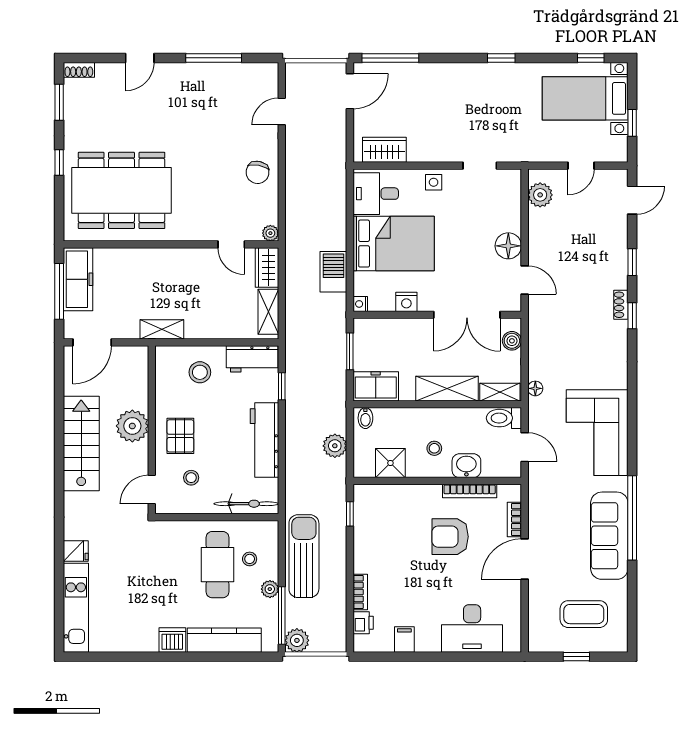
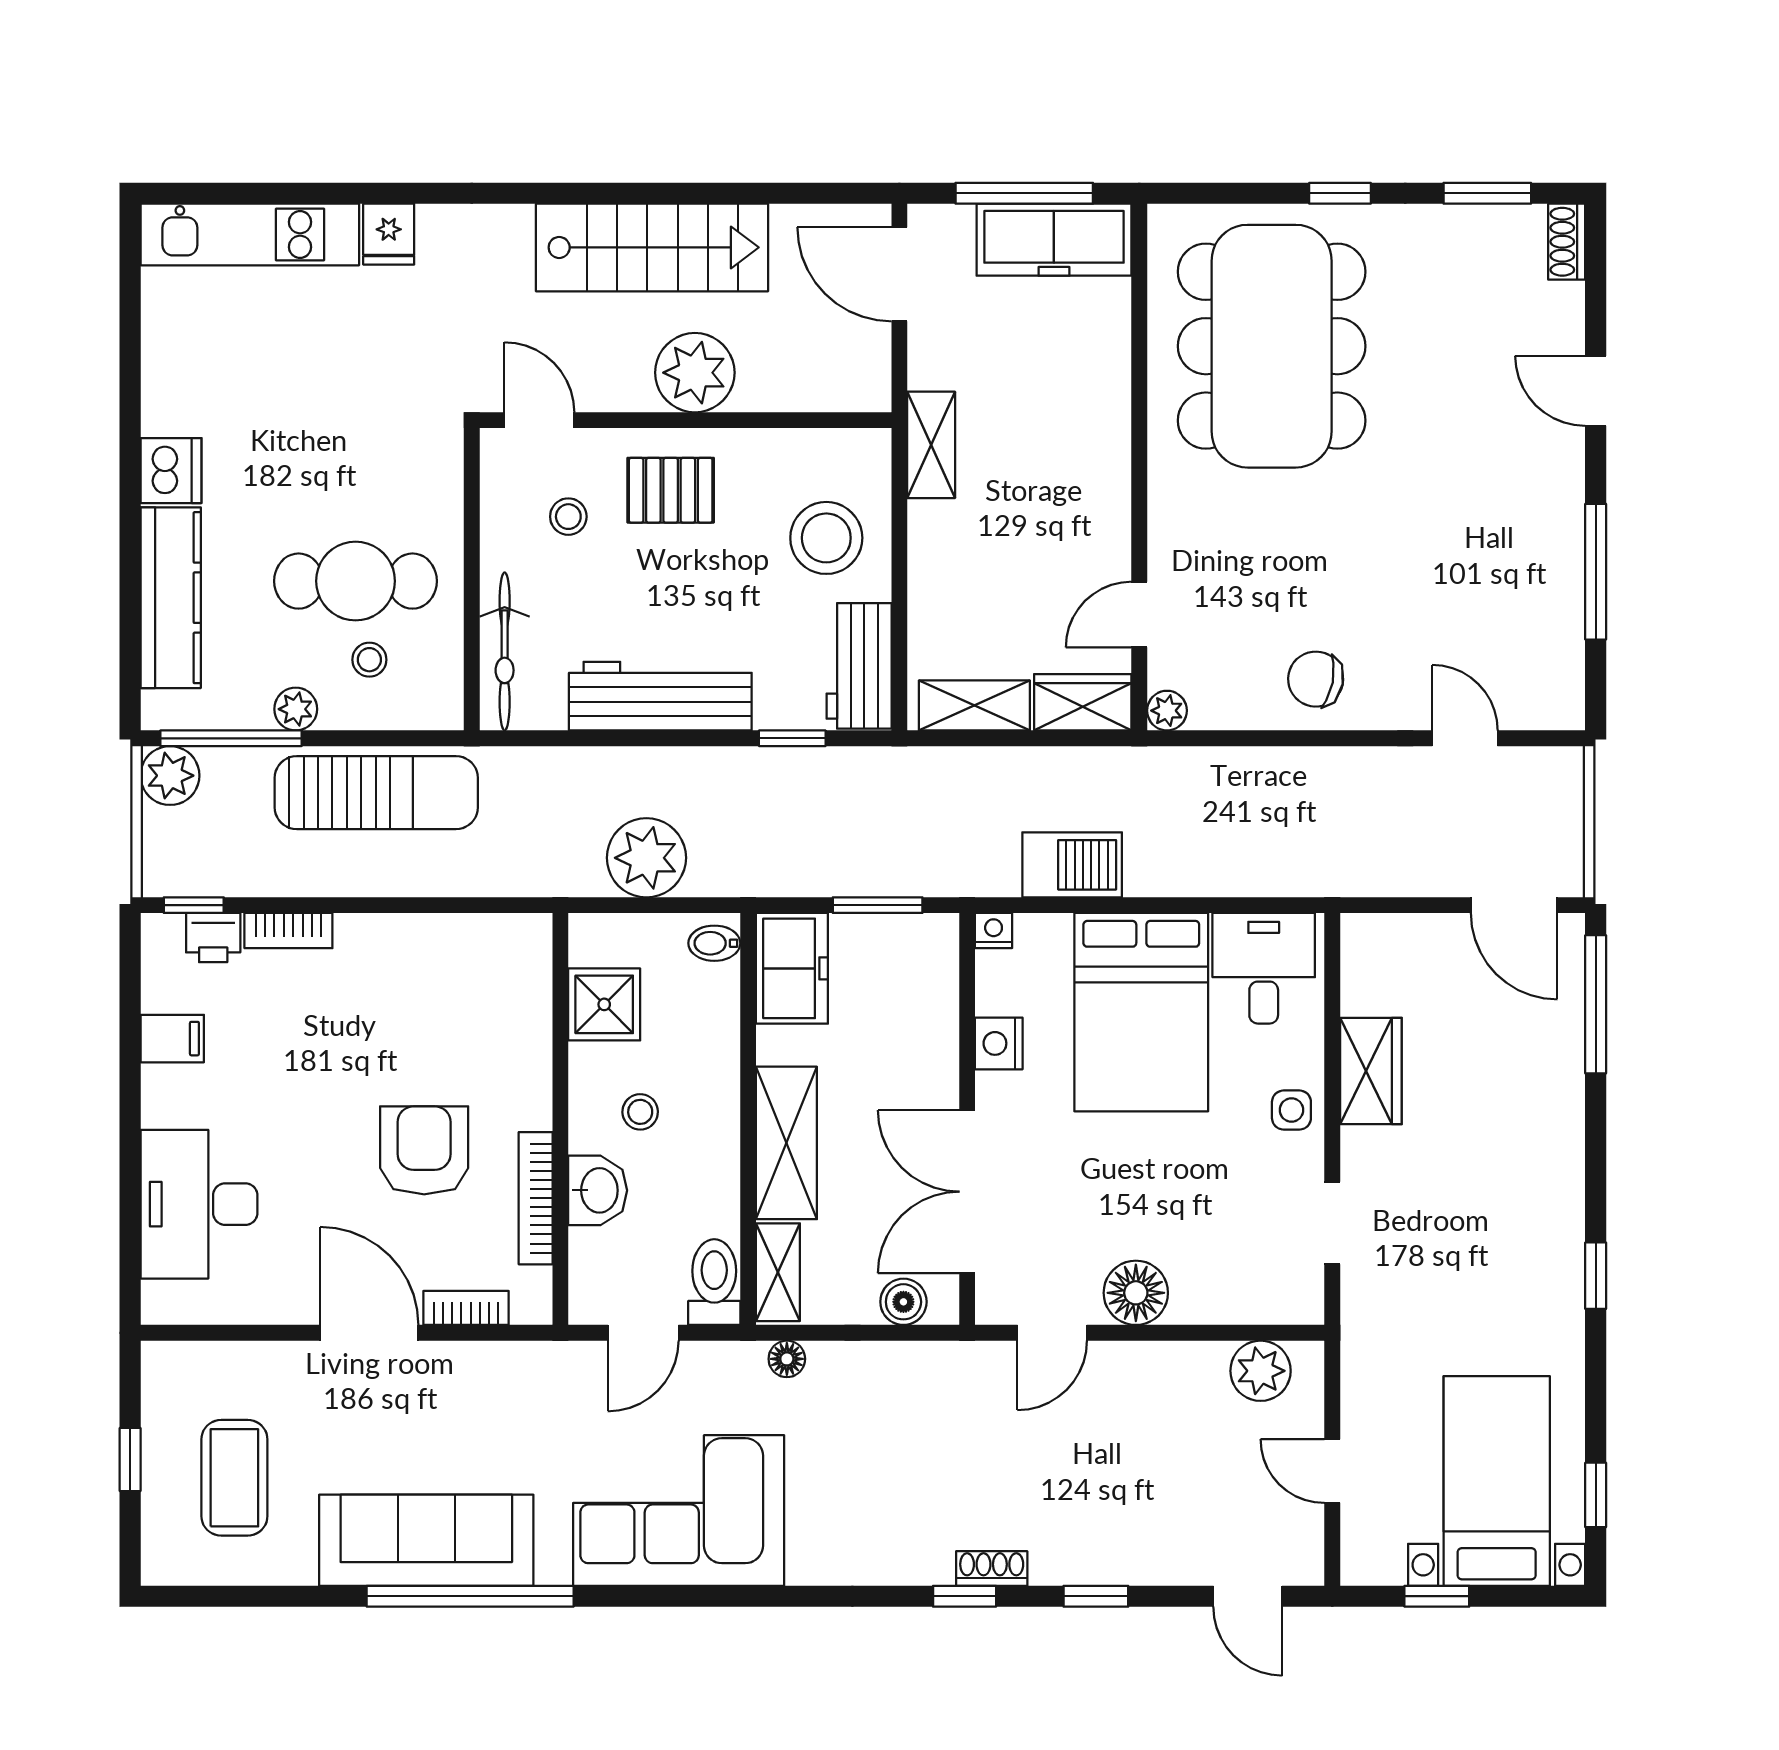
wardrobe: (384, 150) -> (1371, 1071), moved
stool: (200, 372) -> (826, 538), width x1.38, depth x1.38
plant: (335, 446) -> (646, 858), width x1.36, depth x1.36
window: (350, 514) -> (194, 905), moved

